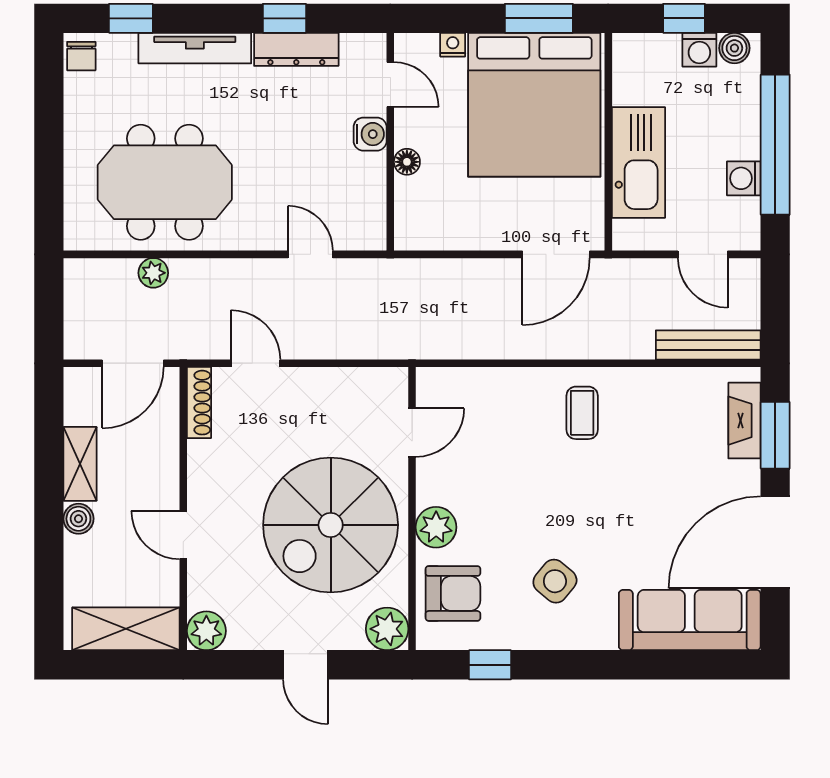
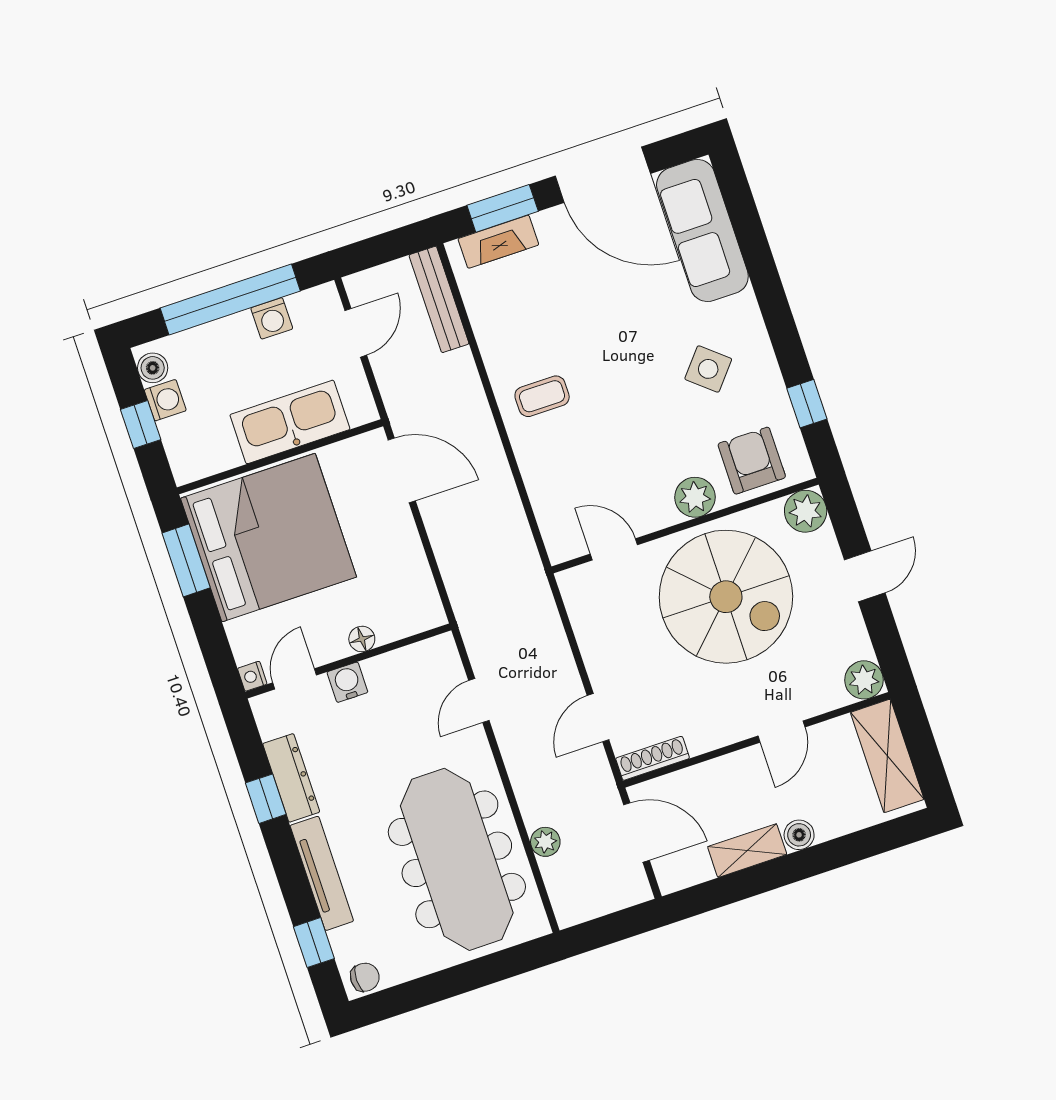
nightstand: (453, 45) -> (252, 676), moved
meeting table: (165, 182) -> (457, 859), width x1.36

